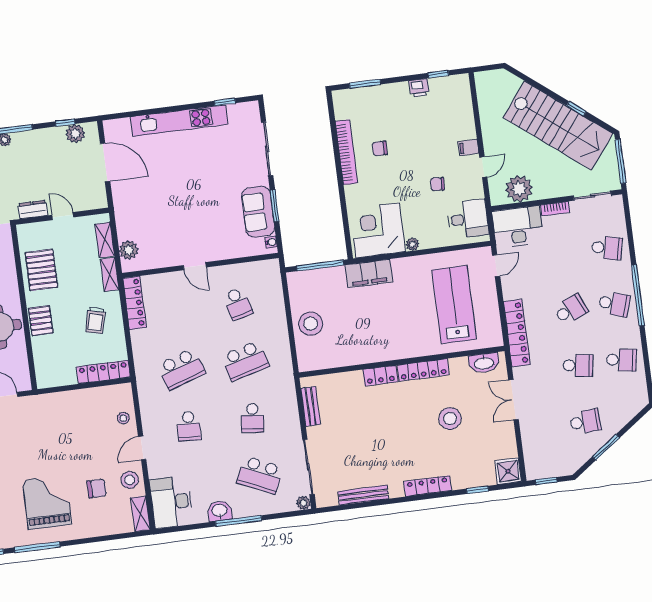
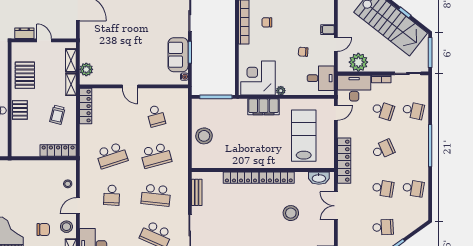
filing cabinet: (369, 273) -> (263, 107), moved
school desk: (614, 304) -> (383, 110), moved
locker: (380, 376) -> (241, 178), width x1.53
school desk: (253, 418) -> (156, 195), width x1.85

